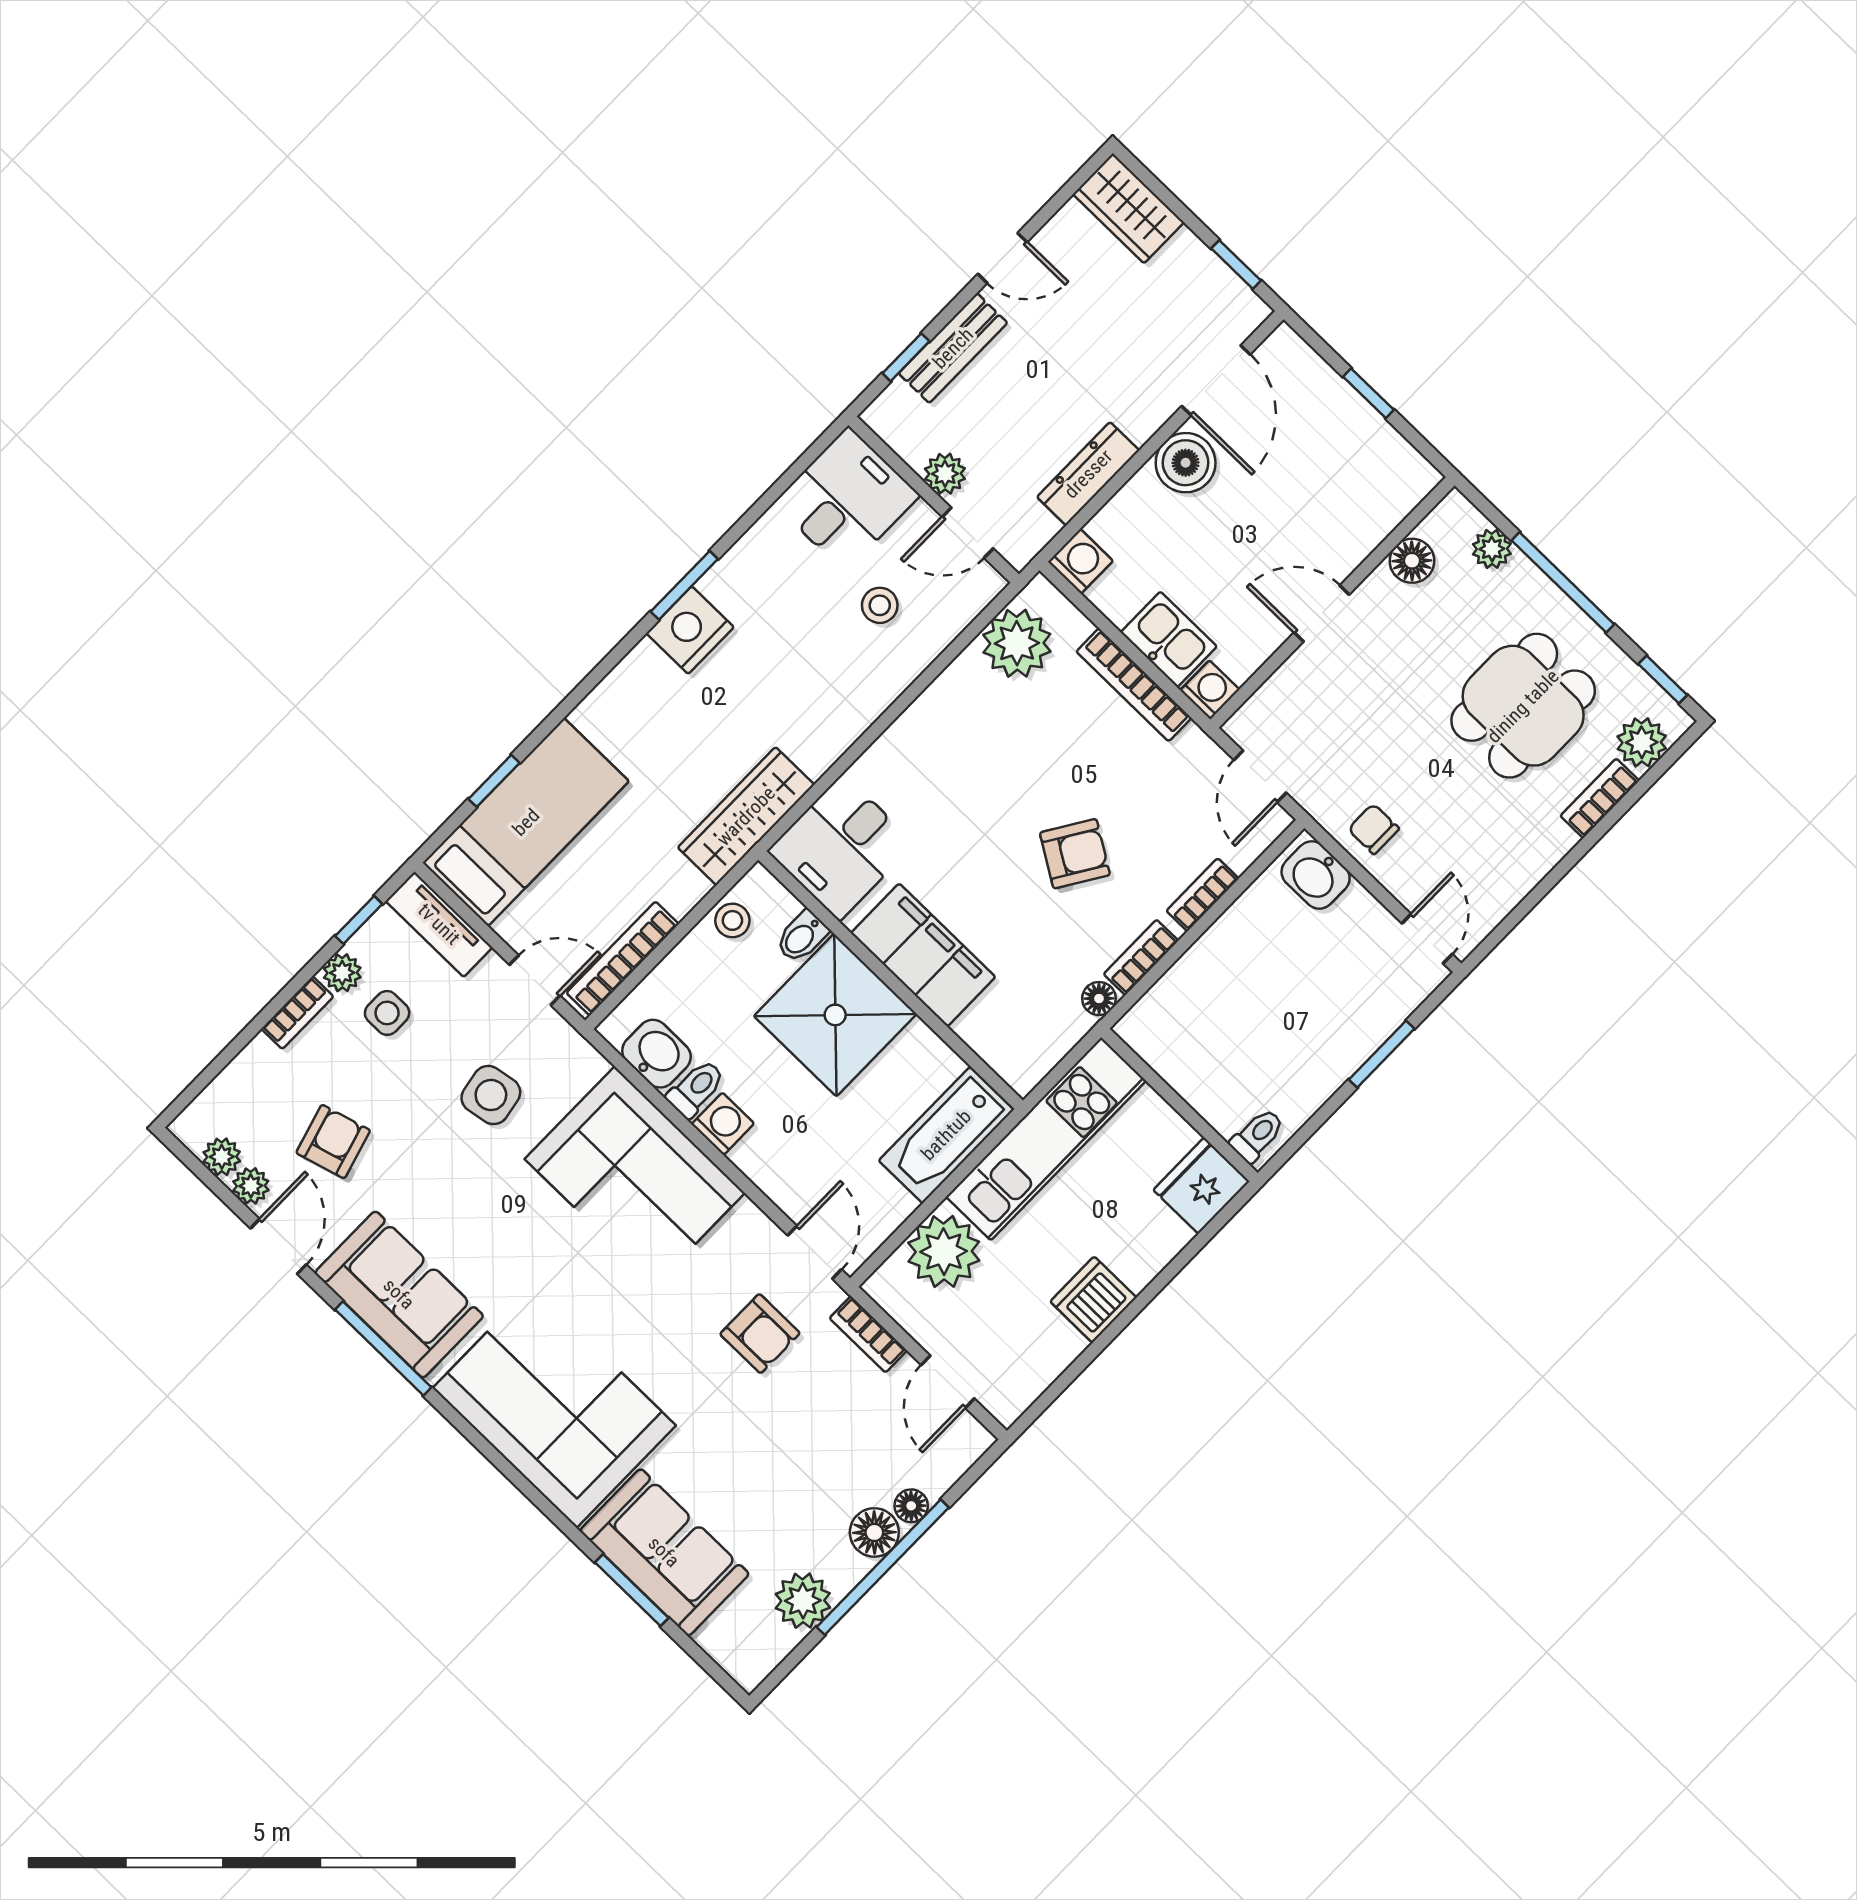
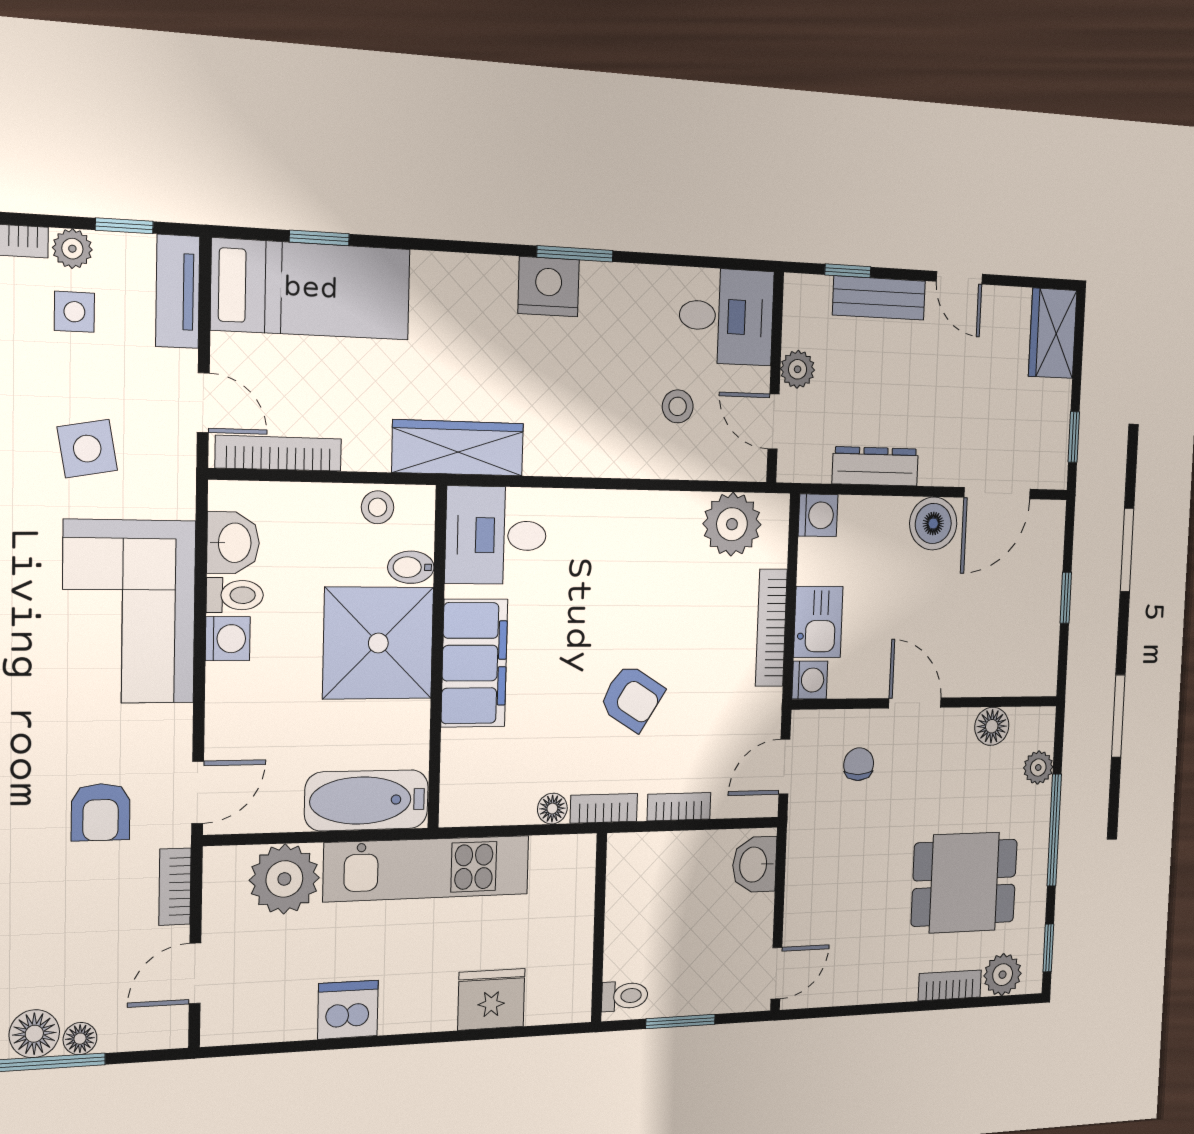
chair: (1374, 829) -> (859, 764), moved
wall: (1179, 1105) -> (599, 928), moved
toilet: (1257, 1135) -> (625, 996), moved

